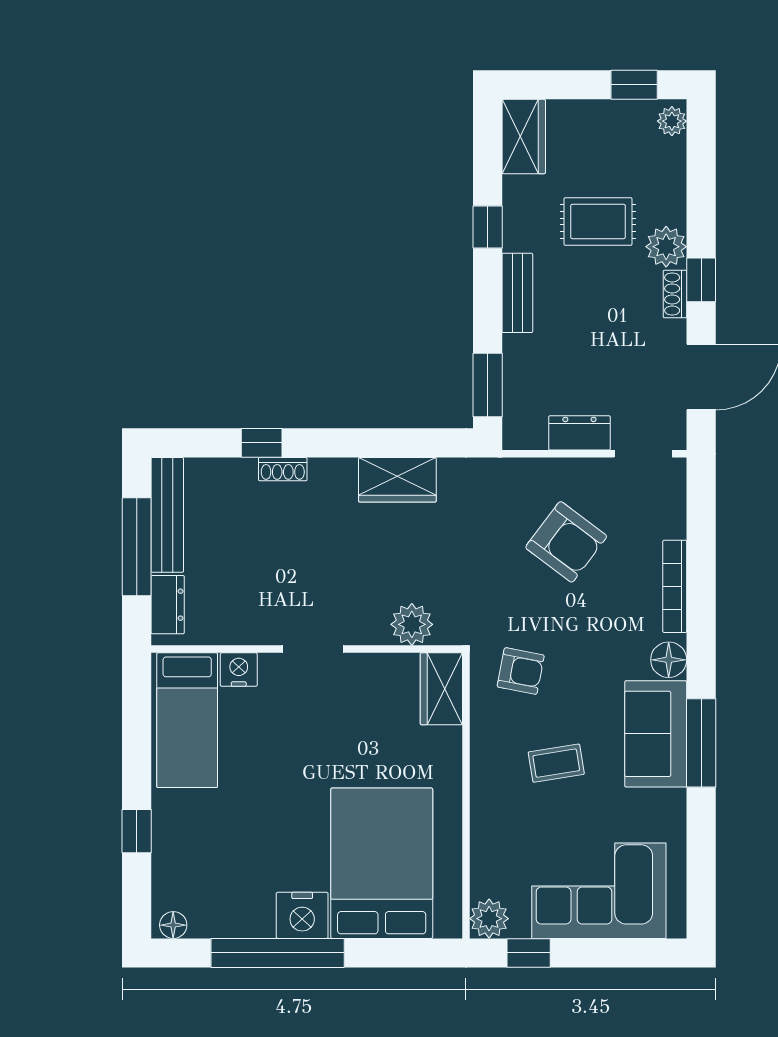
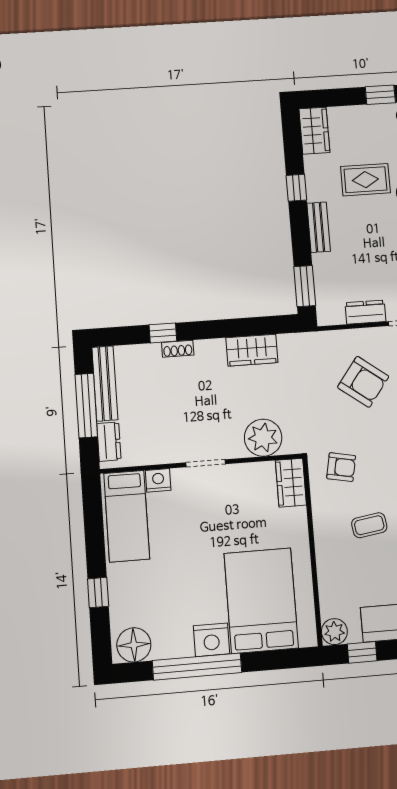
plant: (412, 624) -> (263, 438), width x1.36, depth x1.36
floor lamp: (173, 925) -> (134, 645), width x1.89, depth x1.89

